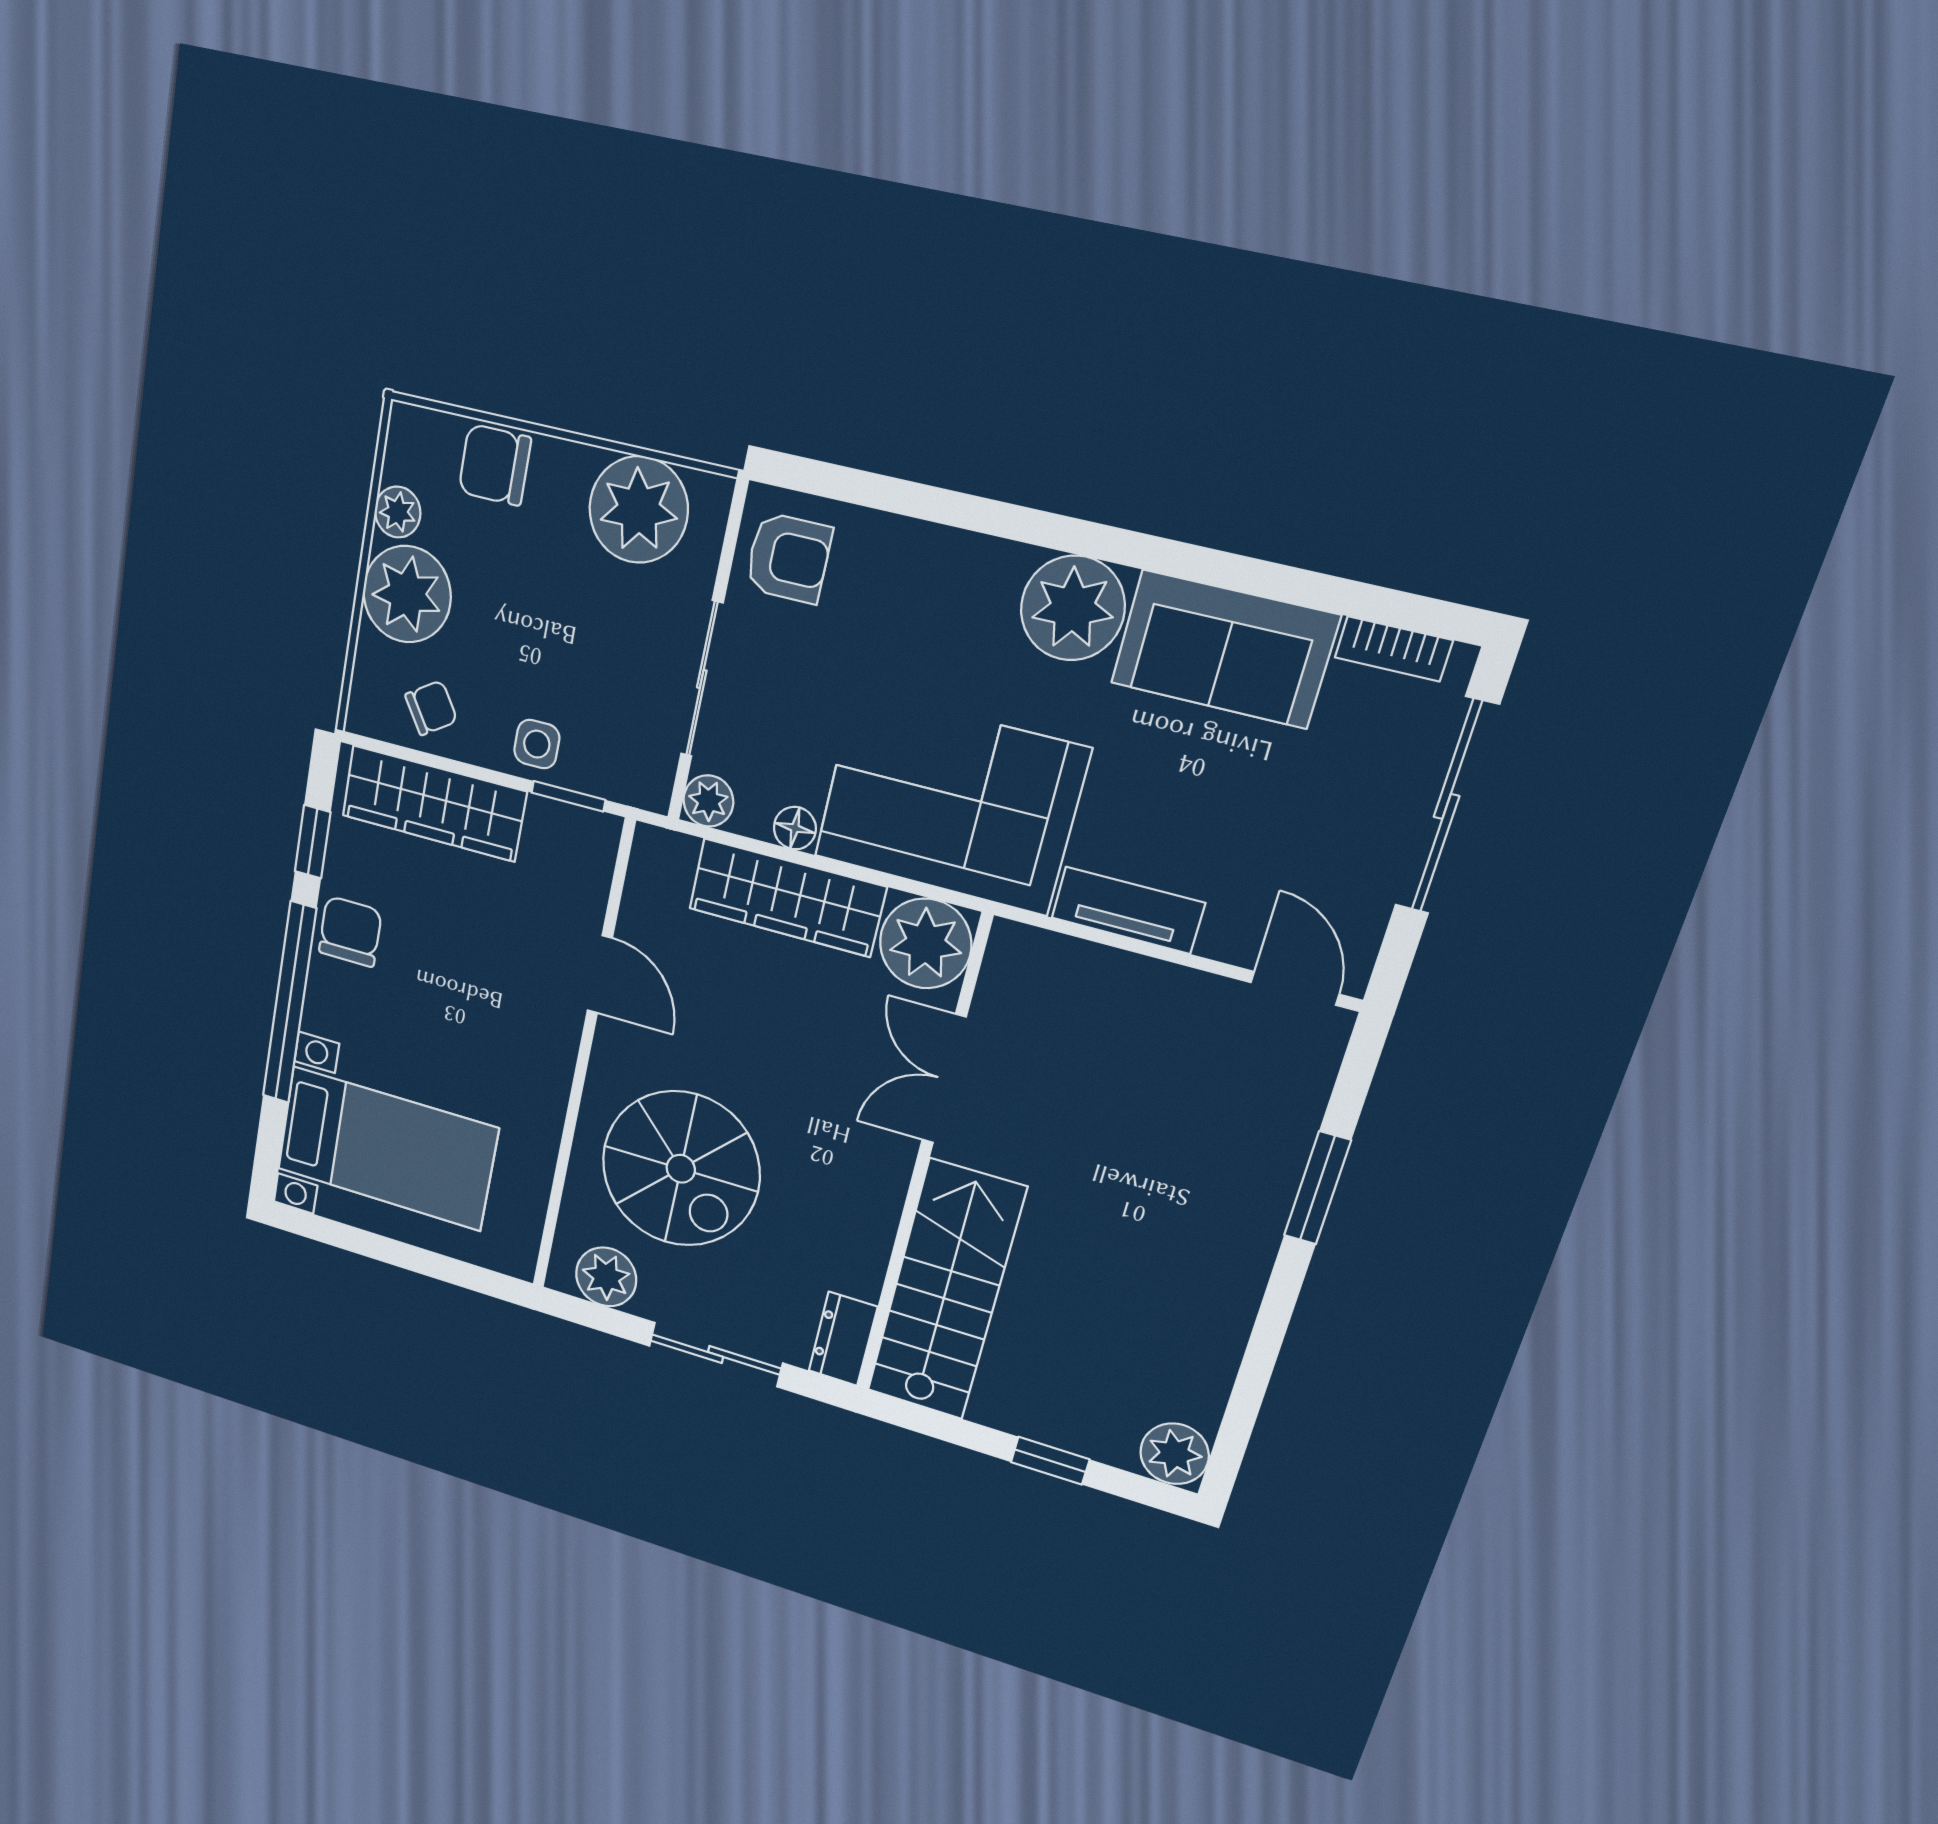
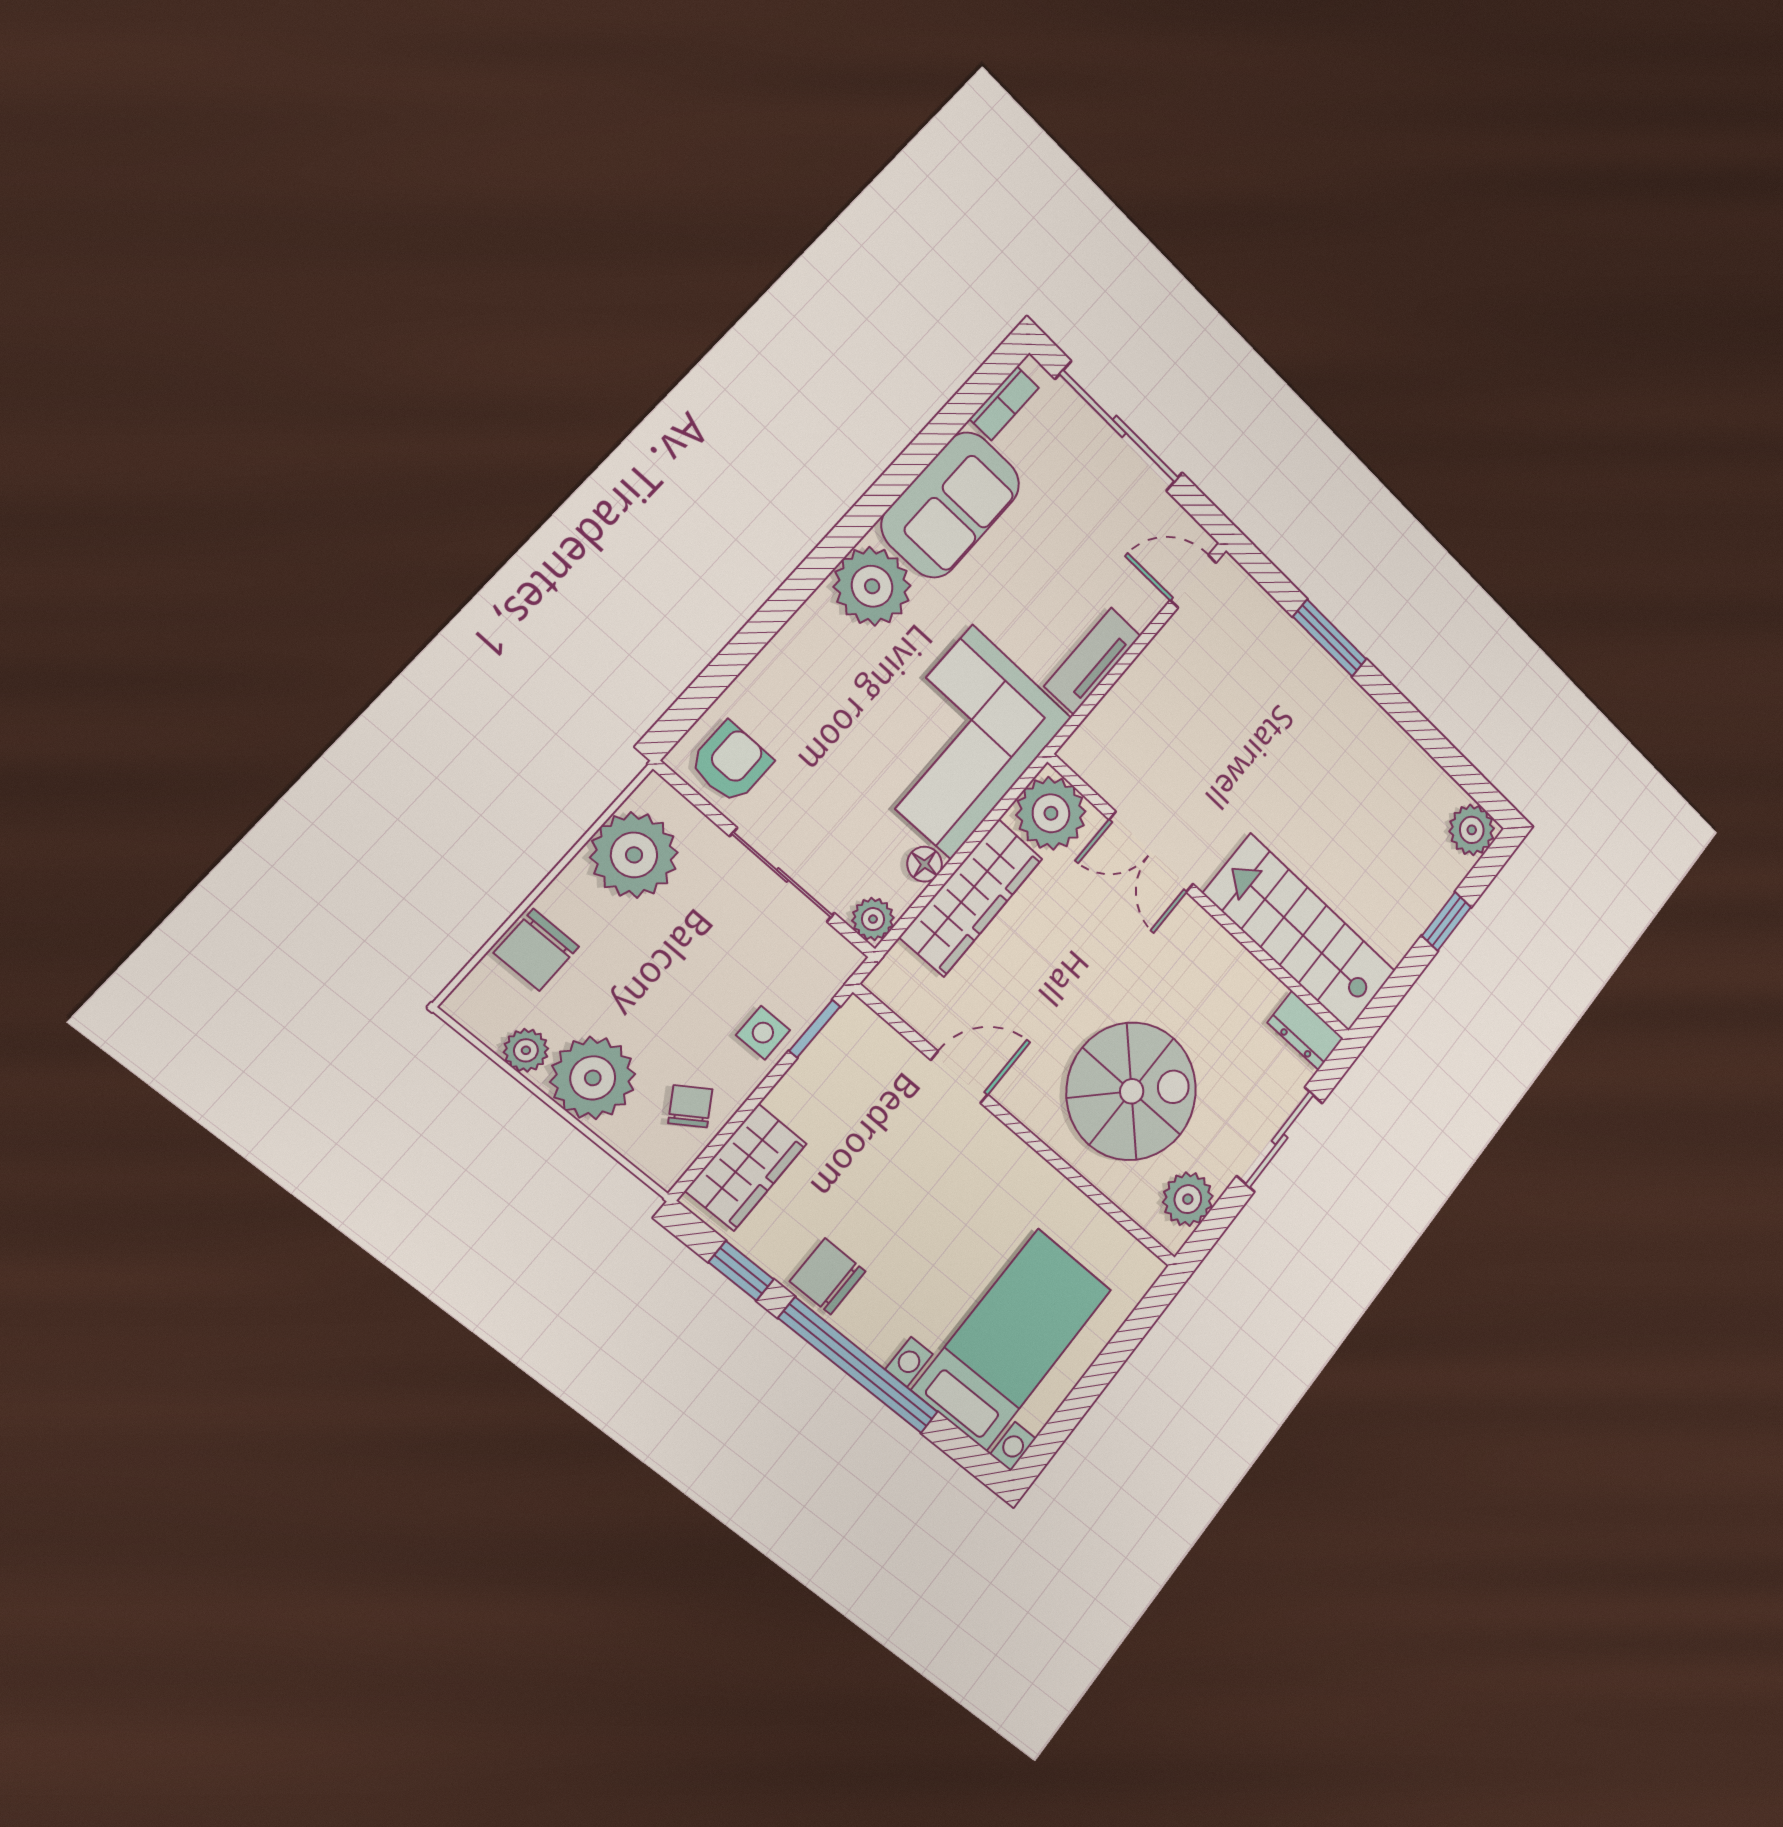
wardrobe: (434, 804) -> (746, 1167), width x0.67

